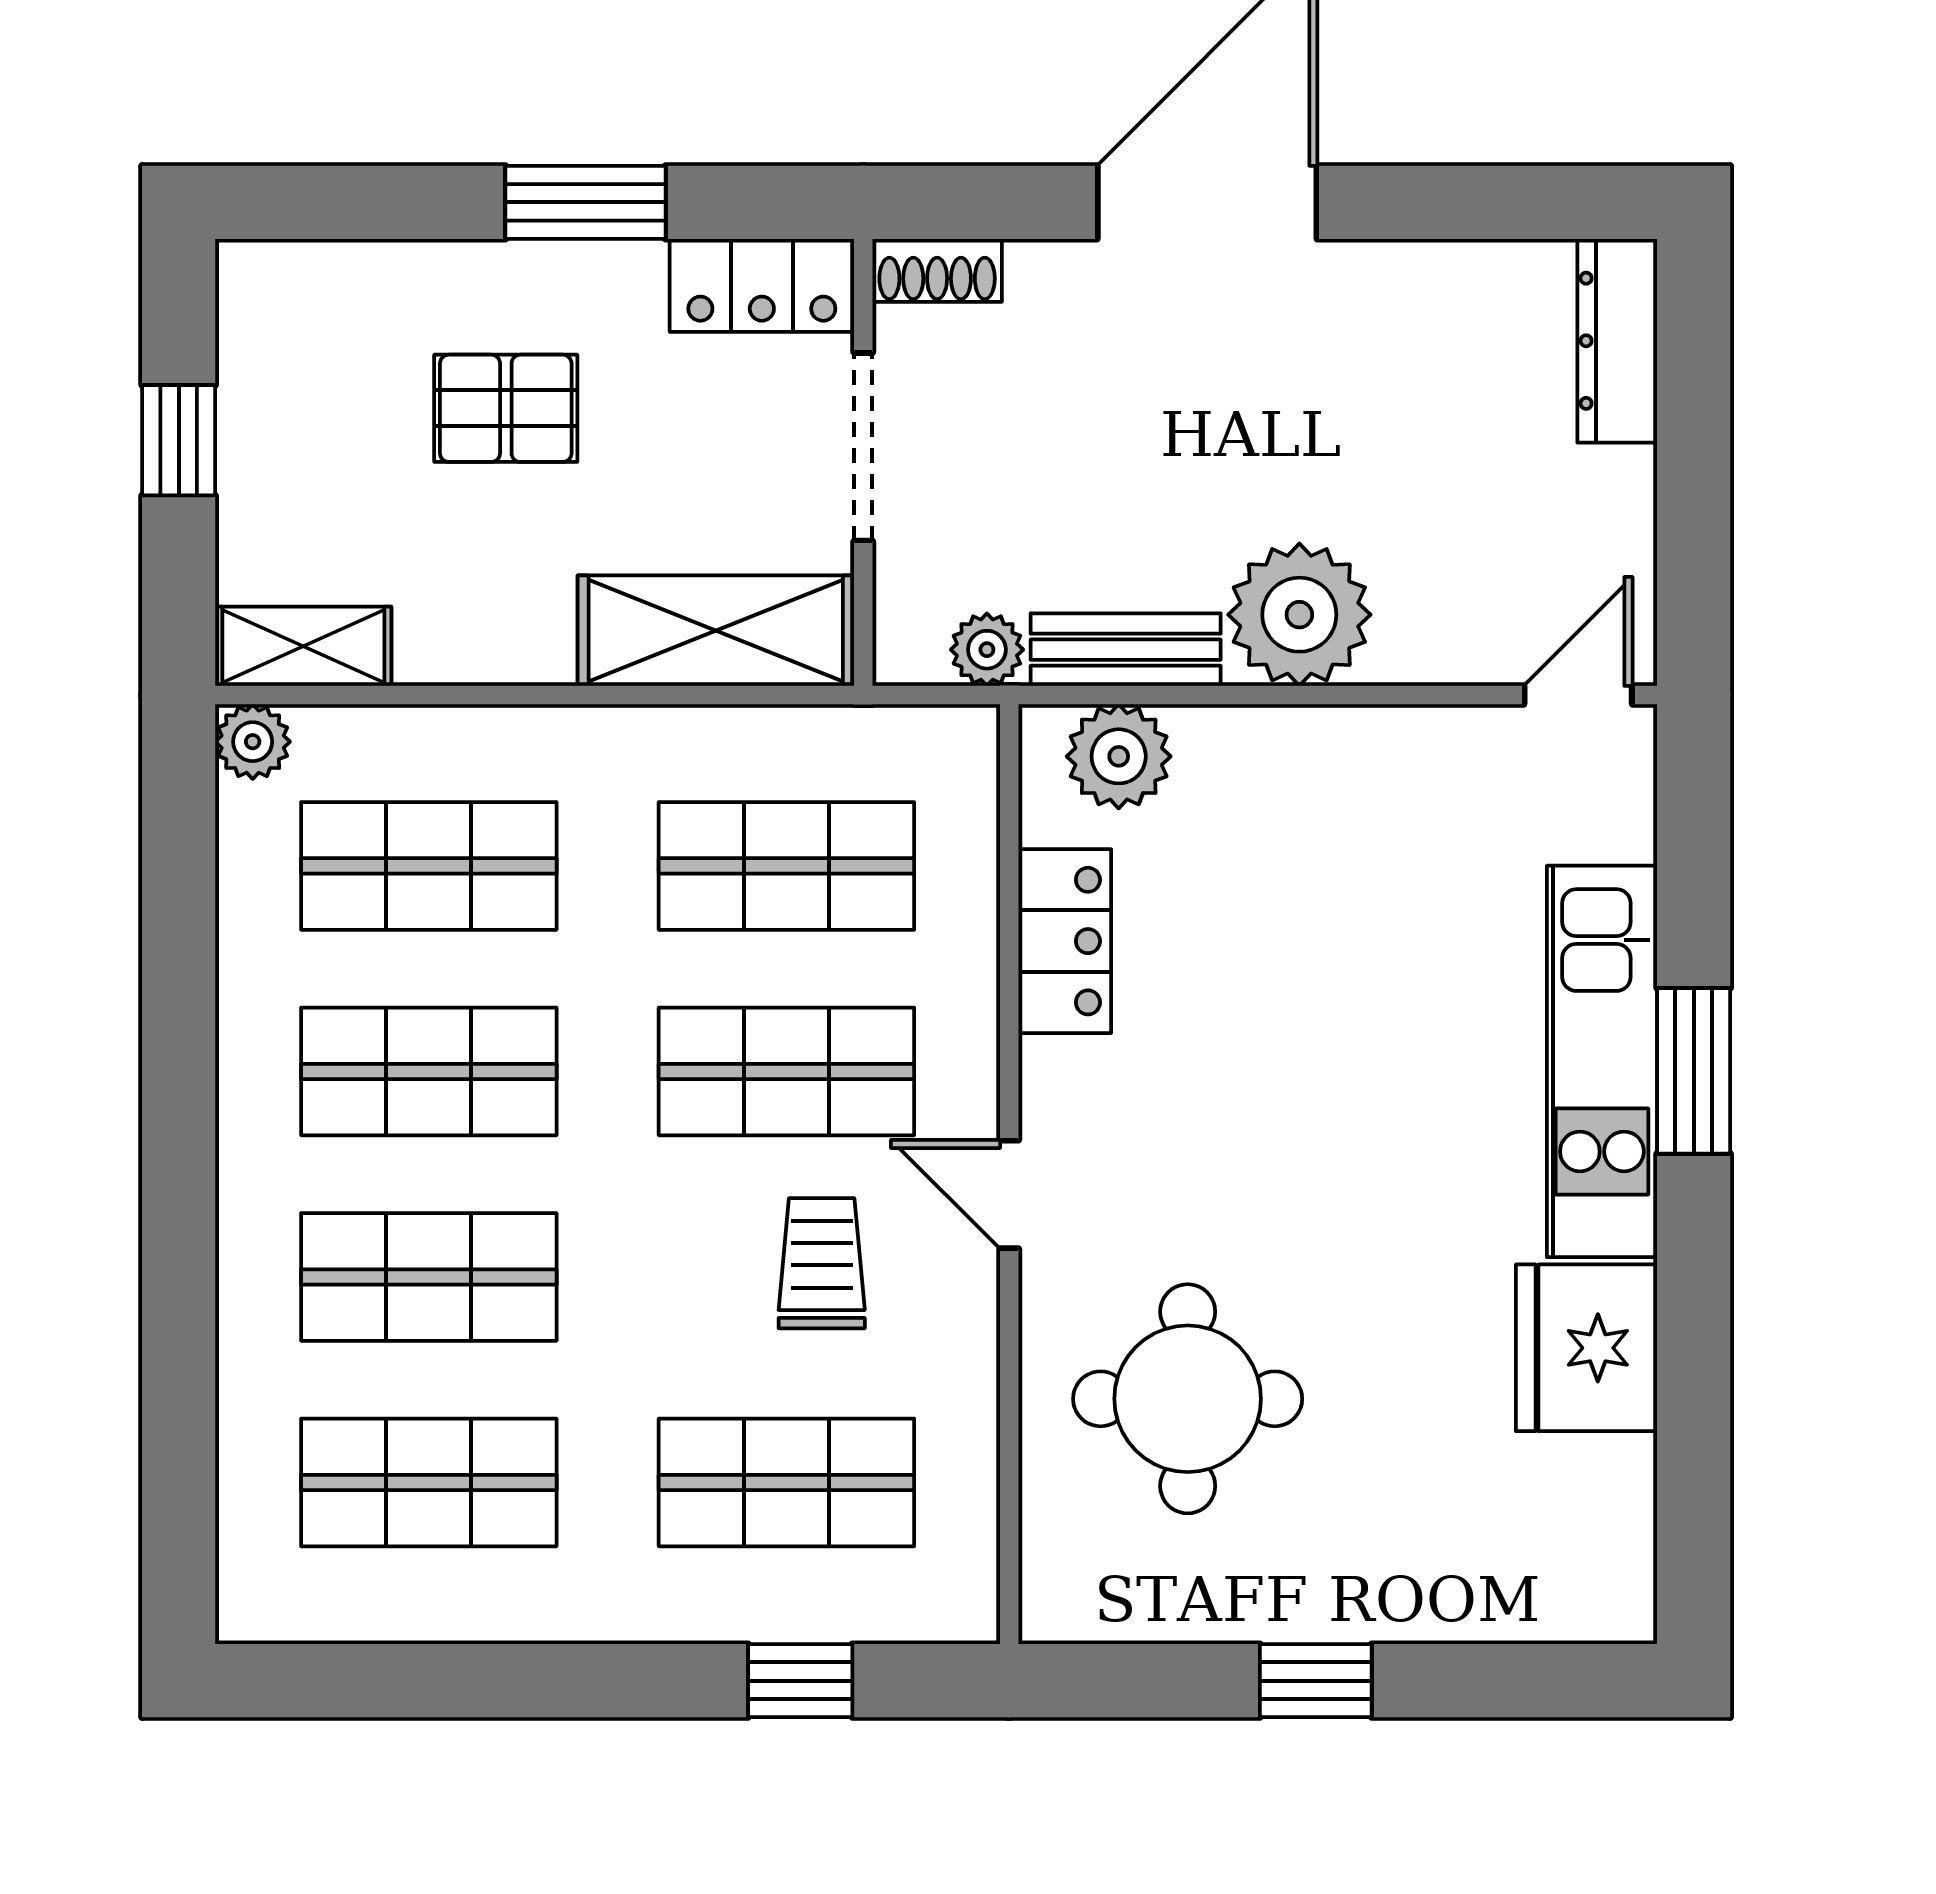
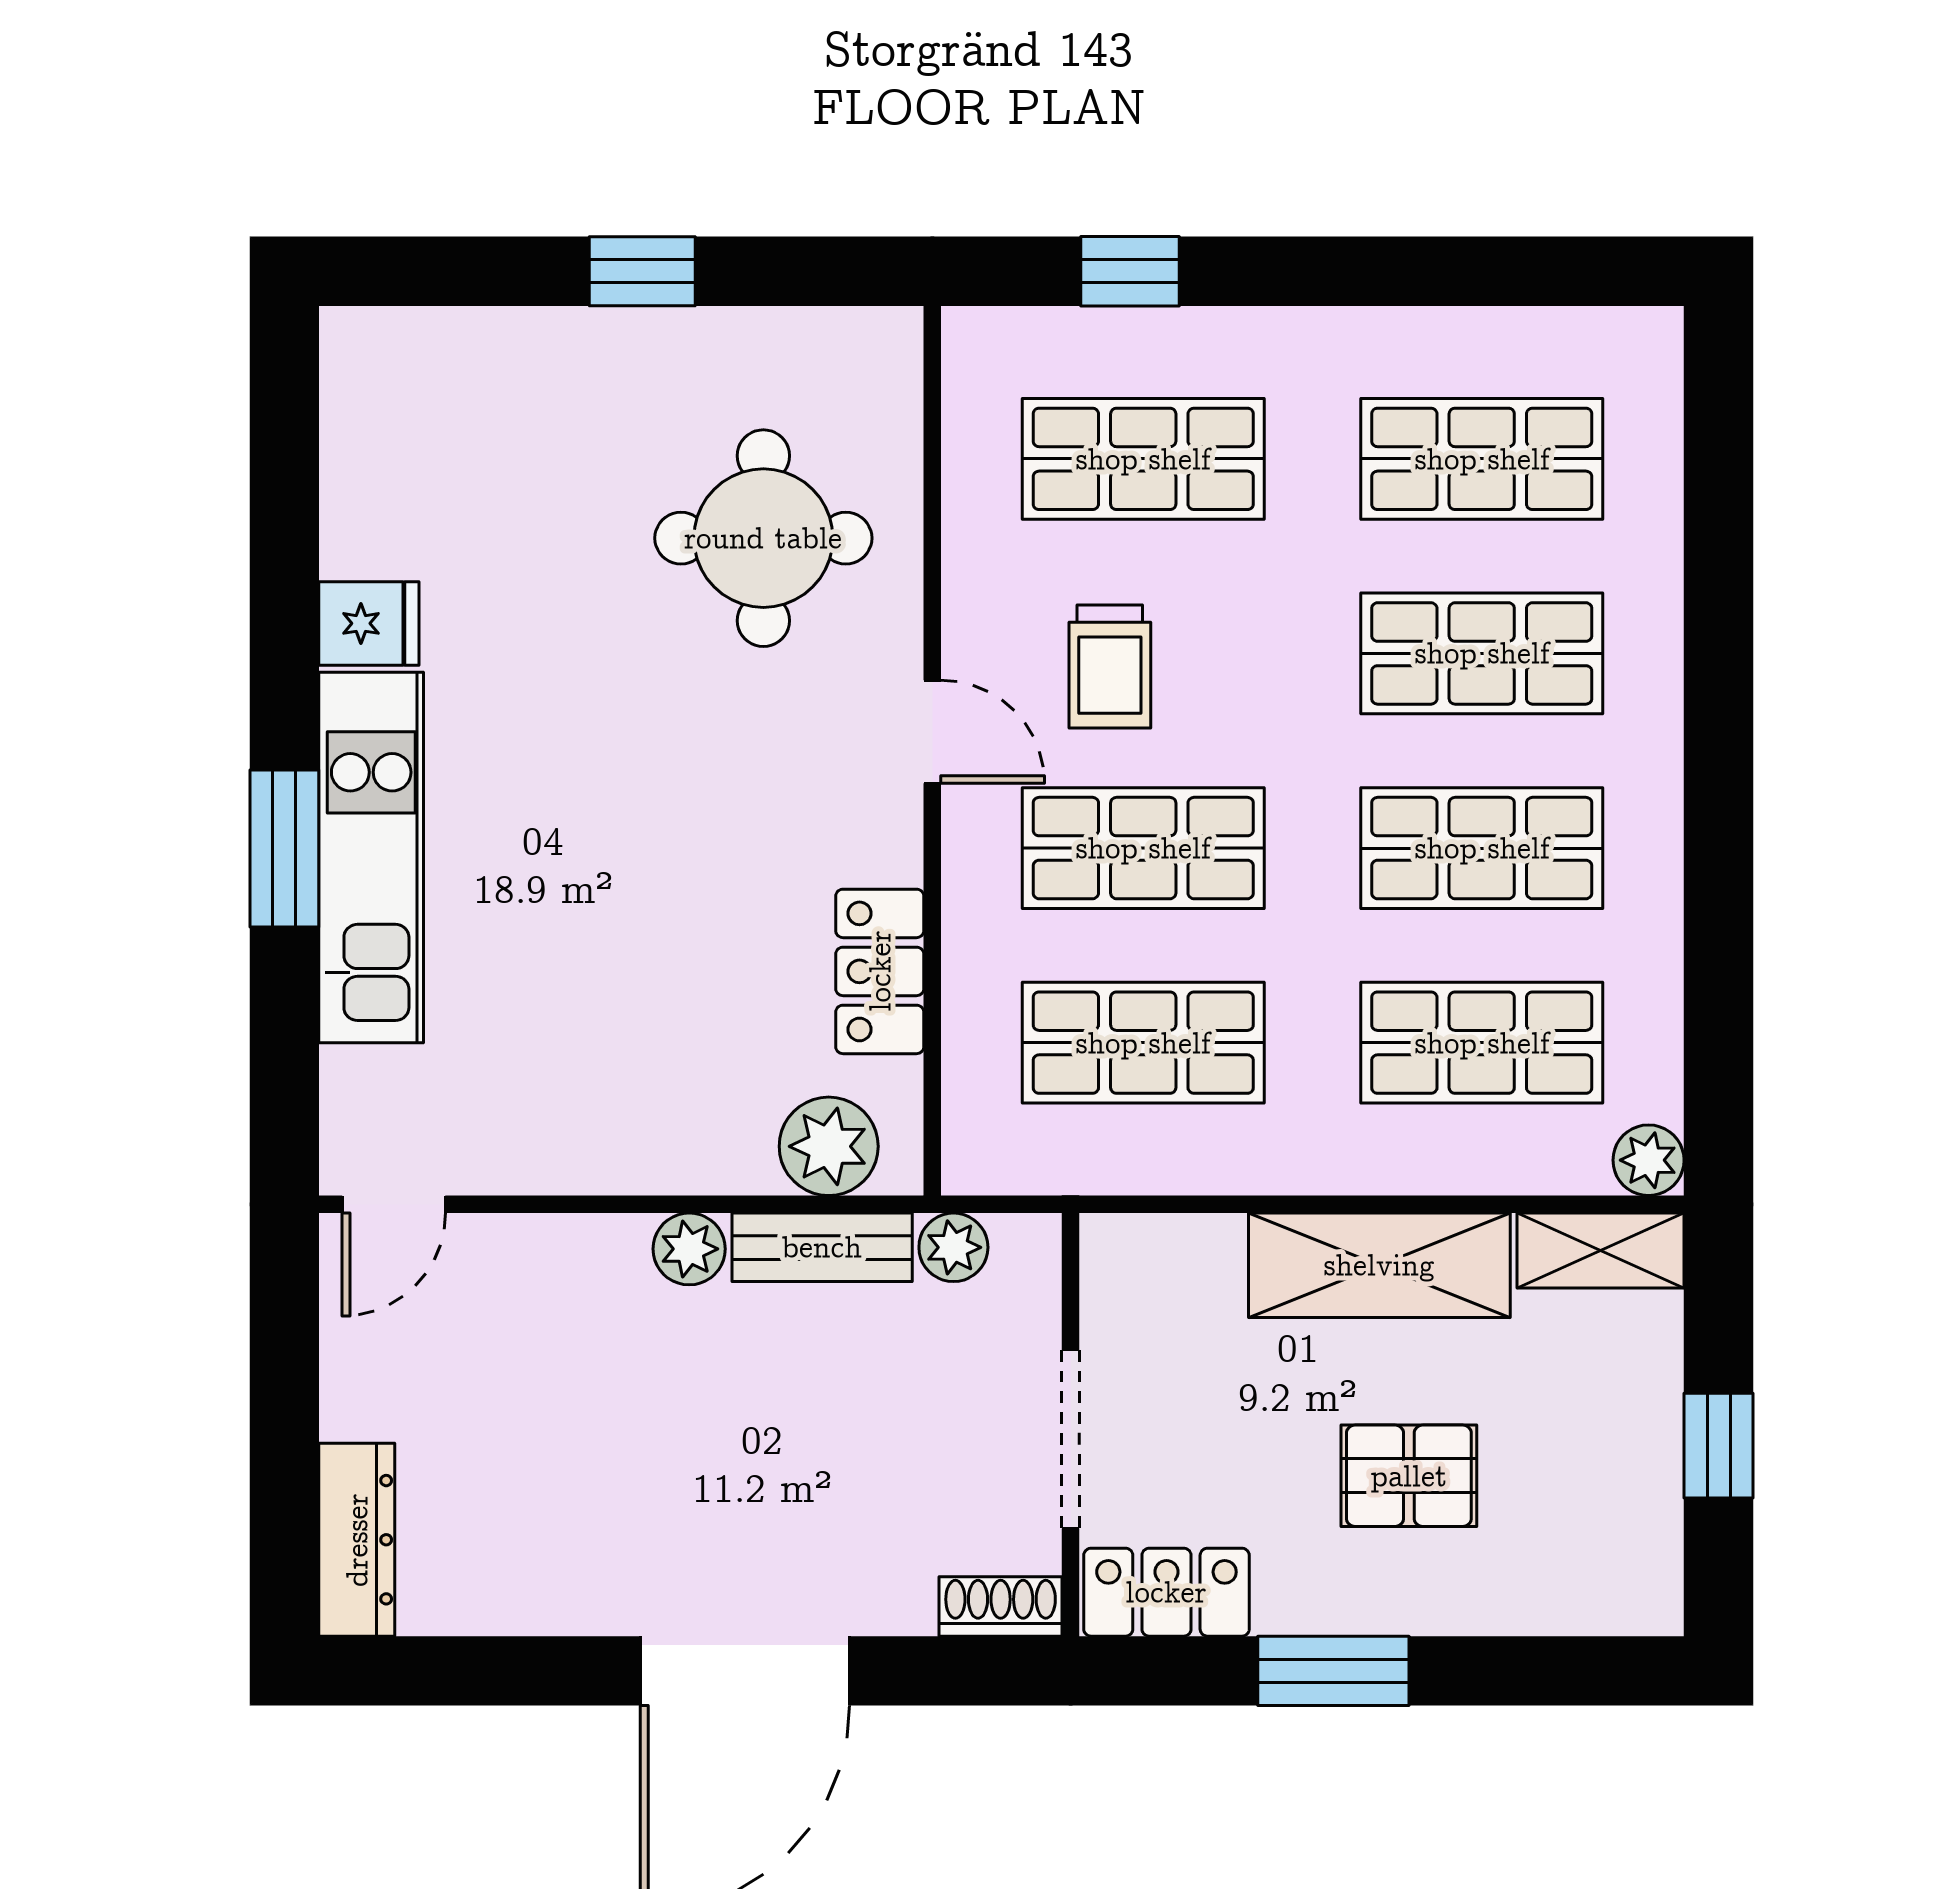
plant: (1299, 615) -> (689, 1249), width x0.53, depth x0.53
shelving: (716, 631) -> (1379, 1265), moved
fridge: (1586, 1348) -> (369, 623), width x0.53, depth x0.75

